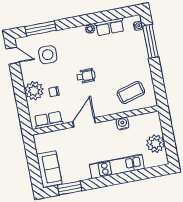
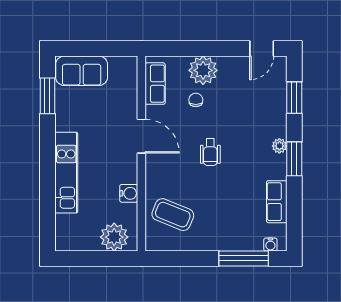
window: (80, 21) -> (294, 159), added
window: (40, 28) -> (294, 98), width x0.69
plant: (90, 29) -> (279, 146), moved
side table: (48, 55) -> (253, 101), removed
coffee table: (131, 92) -> (173, 215), turned -52
plant: (156, 144) -> (114, 237), moved

